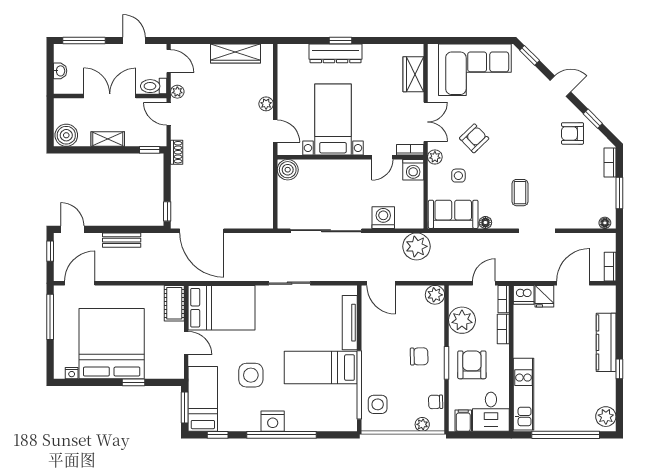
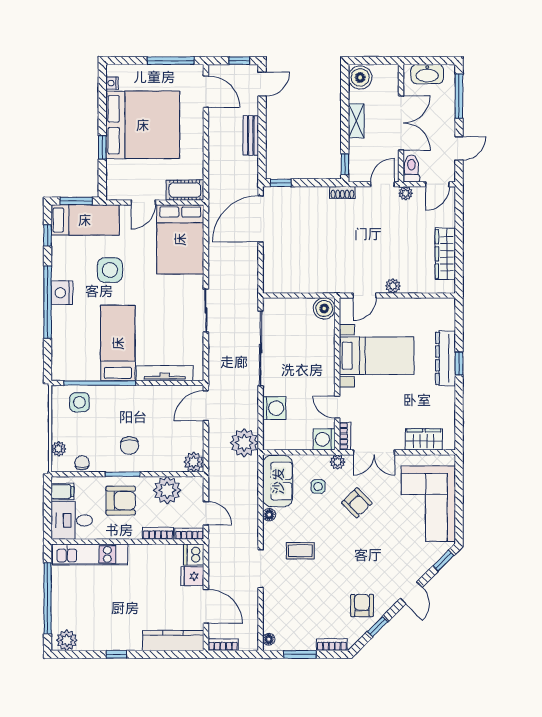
washbasin: (60, 71) -> (427, 74), width x1.91, depth x1.45
kitchen counter: (606, 342) -> (173, 641), moved

